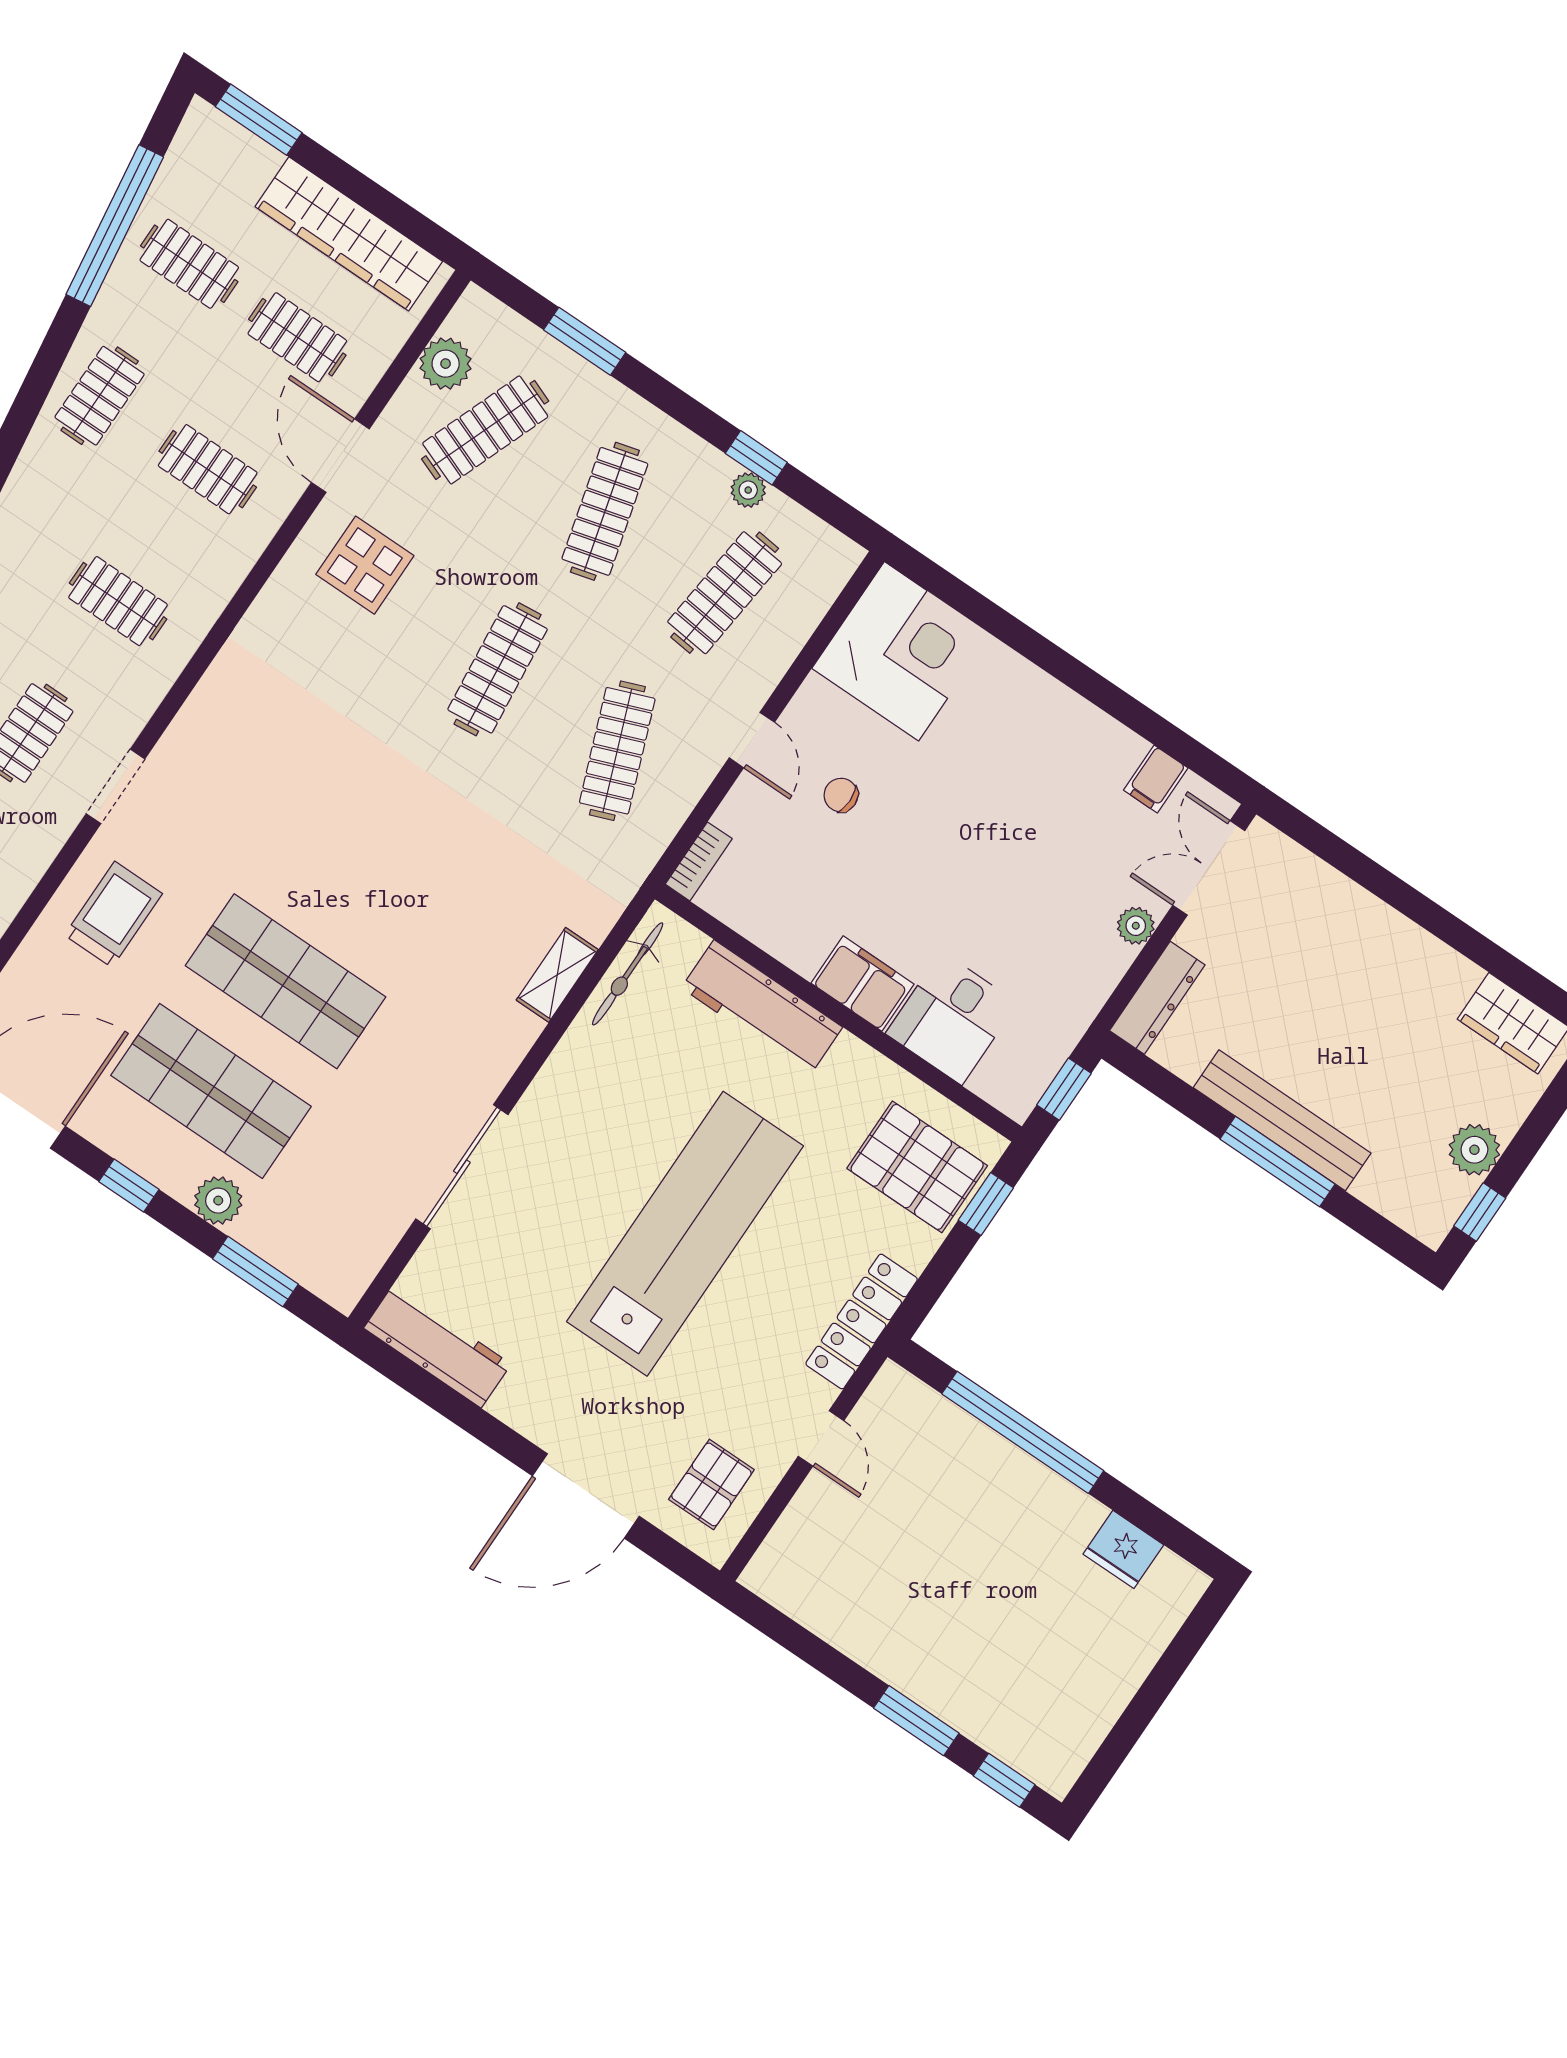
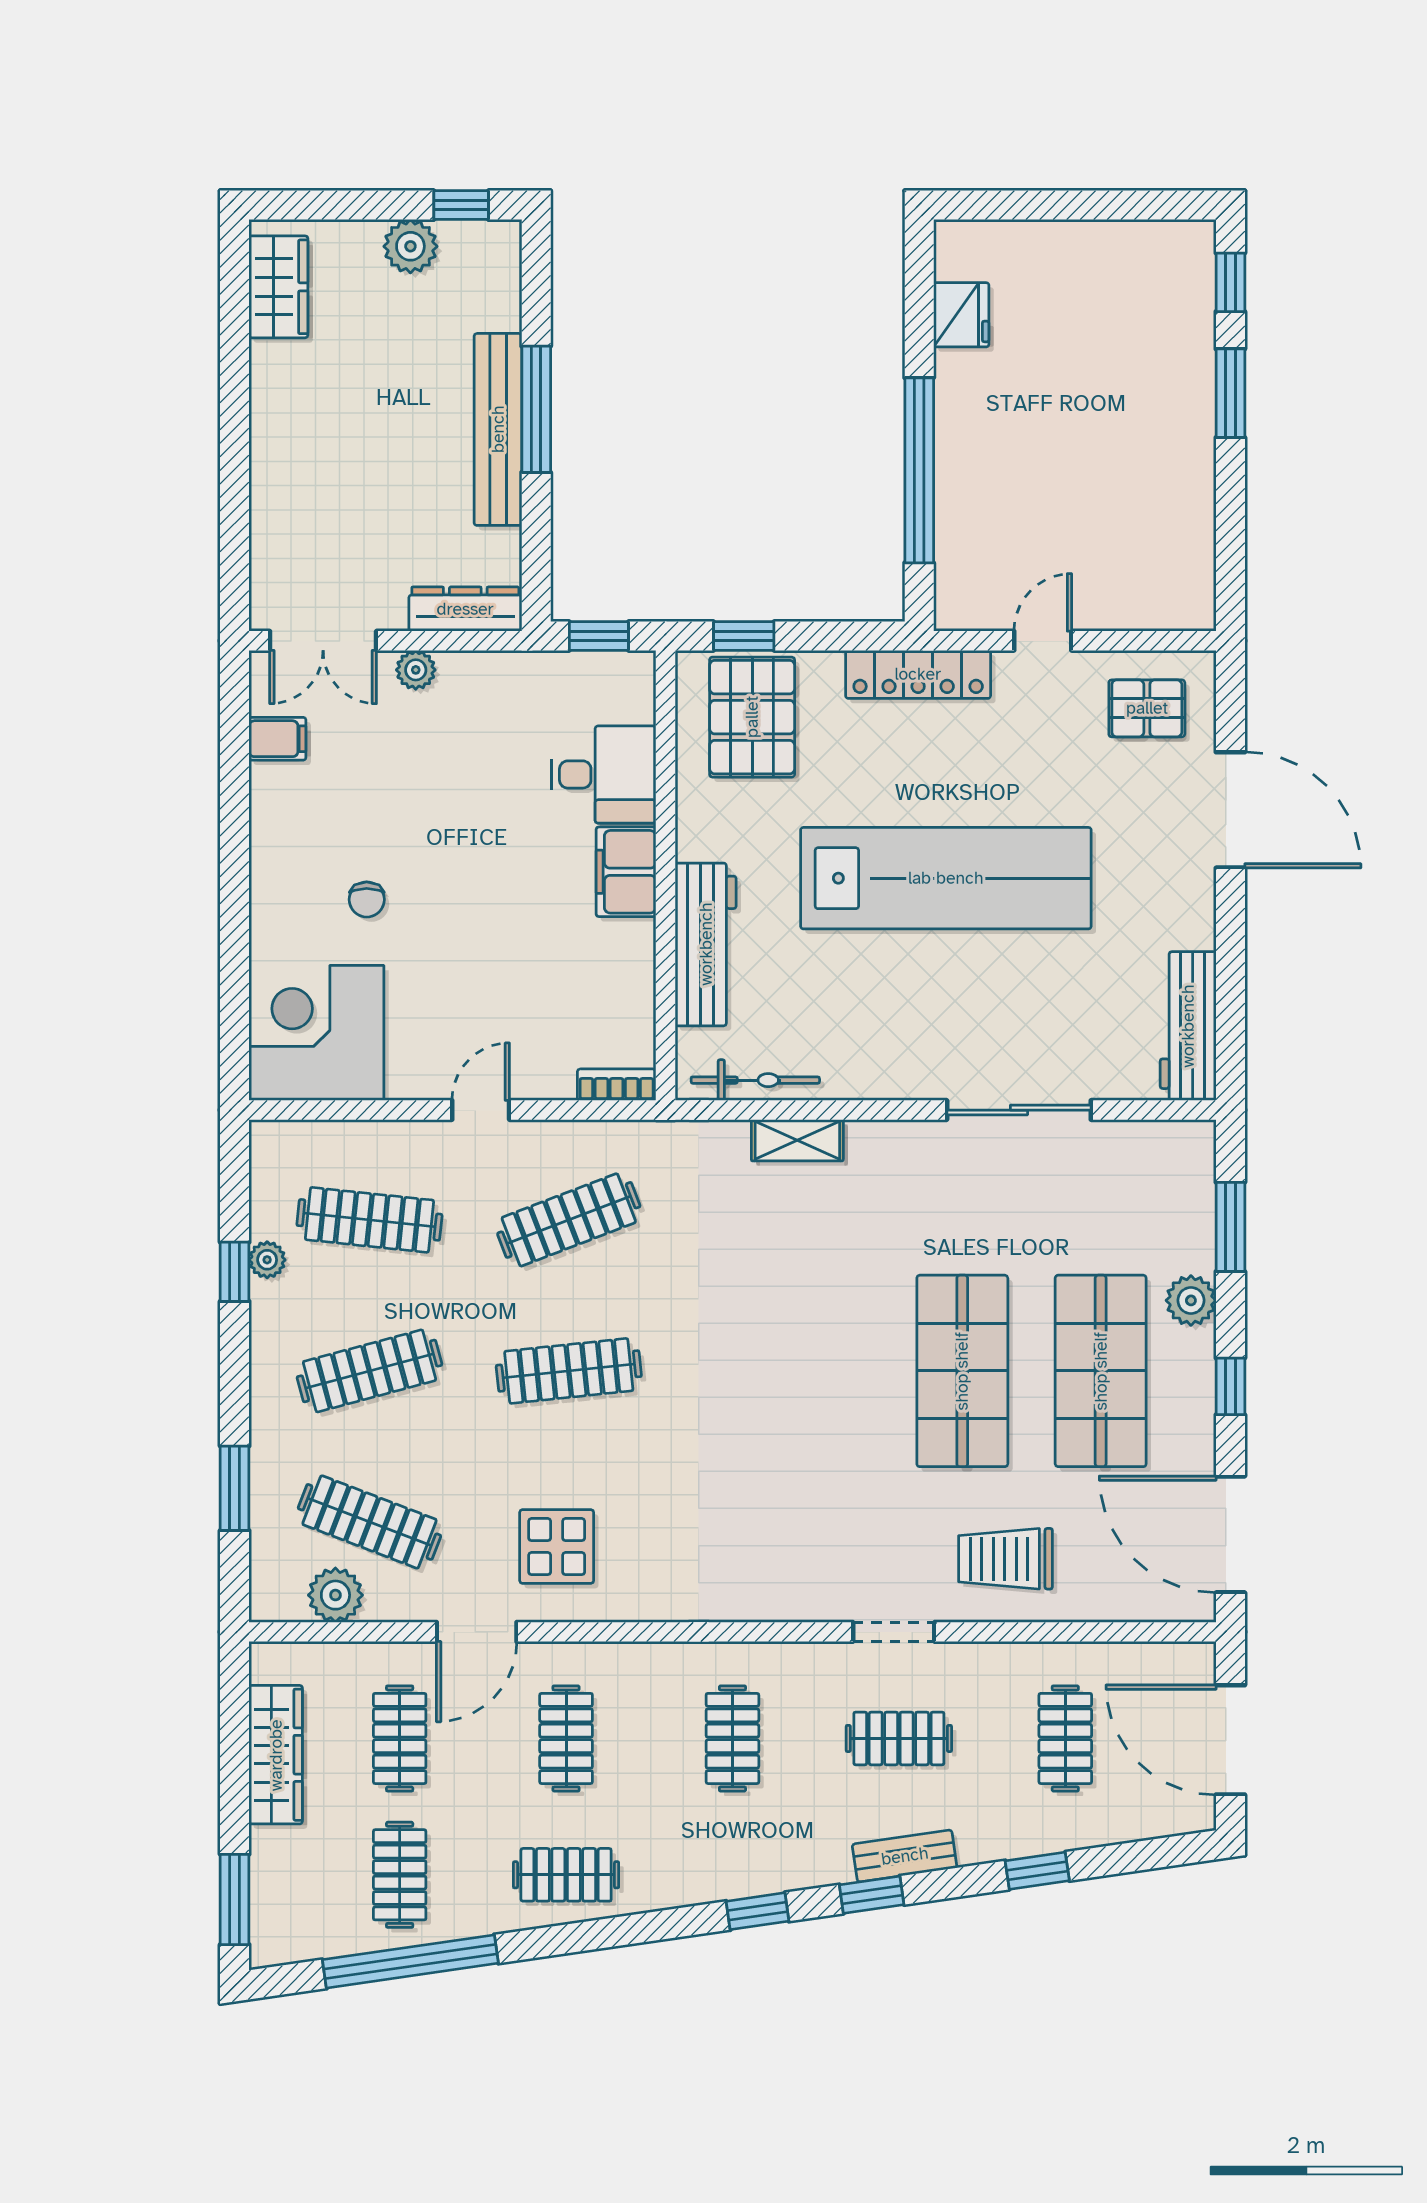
wardrobe: (349, 234) -> (276, 1755), width x0.71, depth x0.85
chair: (841, 795) -> (367, 900), moved
lab bench: (685, 1234) -> (946, 878), turned 180

